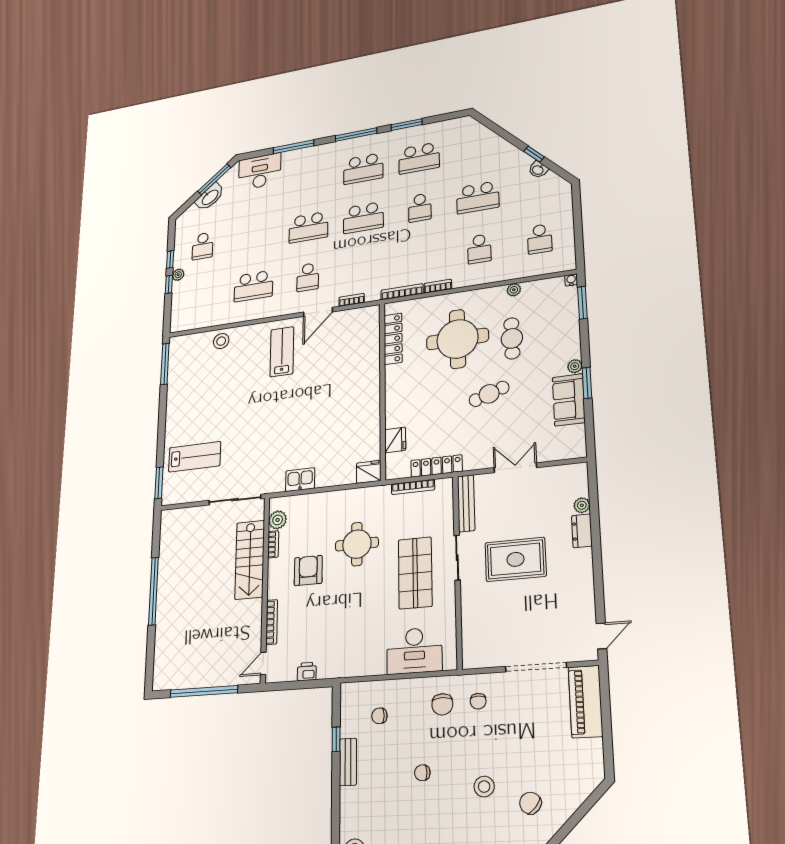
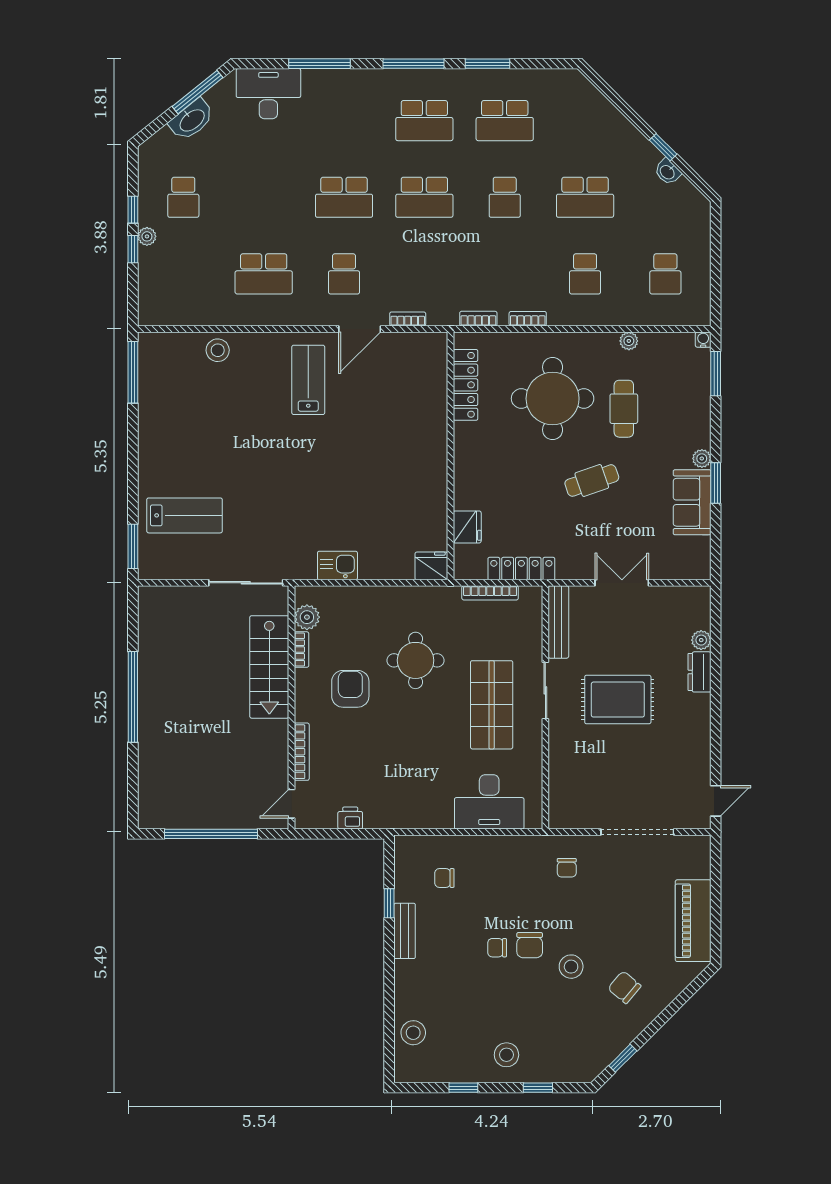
bookcase: (402, 292) -> (478, 319), width x0.64
piano: (585, 702) -> (693, 921), moved
chair: (442, 704) -> (530, 945), moved

